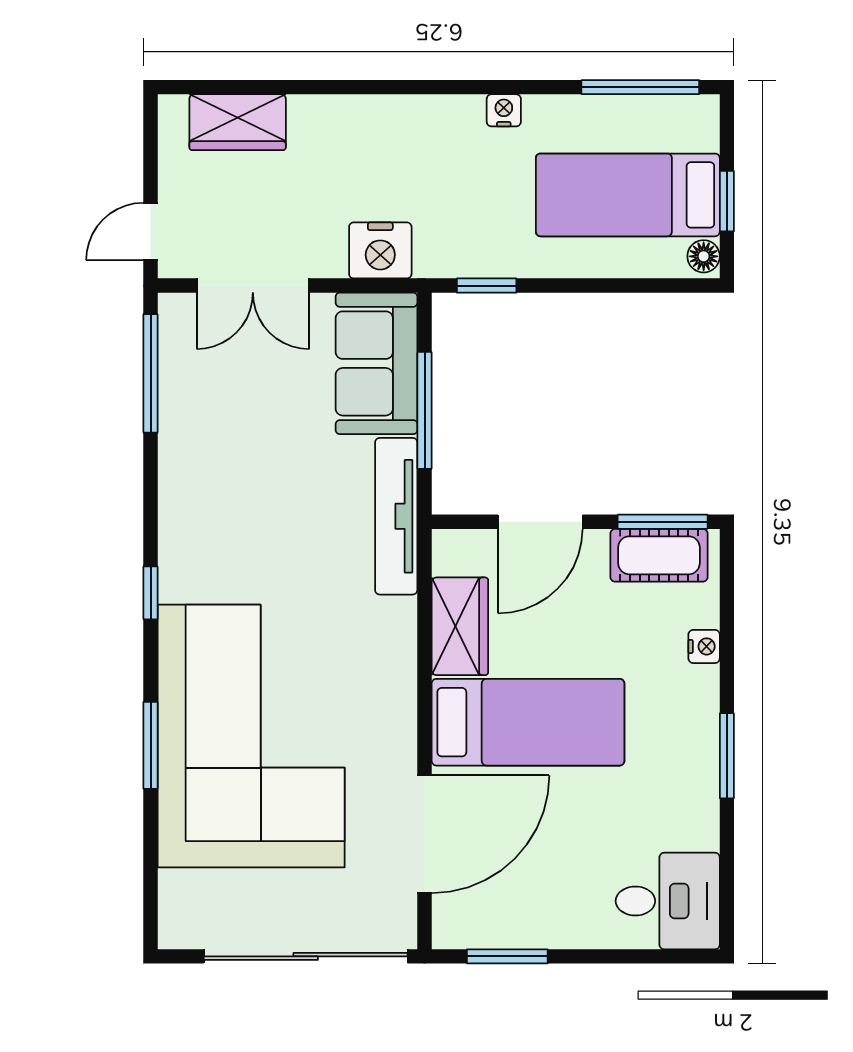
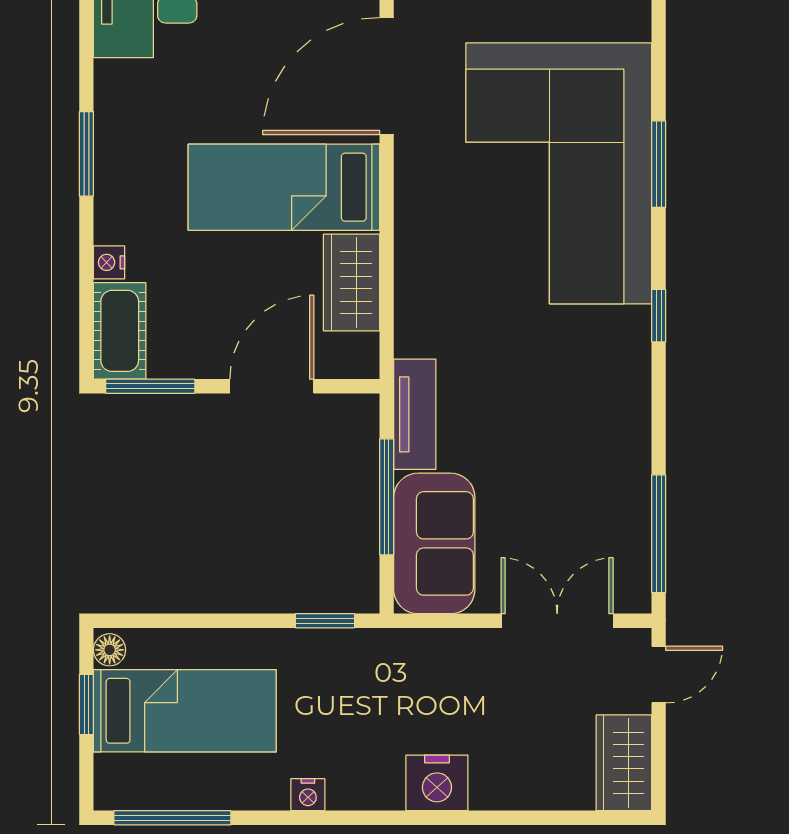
wardrobe: (238, 122) -> (624, 763), moved, turned -90
nightstand: (380, 250) -> (437, 783), moved, turned 180
tv unit: (396, 516) -> (415, 414), width x0.71
cot: (659, 555) -> (120, 331), moved, turned 90

